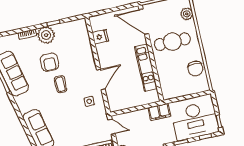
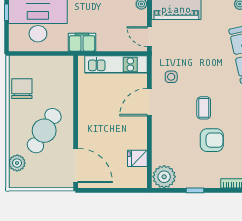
plant: (46, 35) -> (164, 177), moved
cafe table: (172, 42) -> (44, 131), turned -59
armchair: (49, 62) -> (212, 140), turned 90
kitchen unit: (146, 68) -> (116, 64), moved, turned 90

